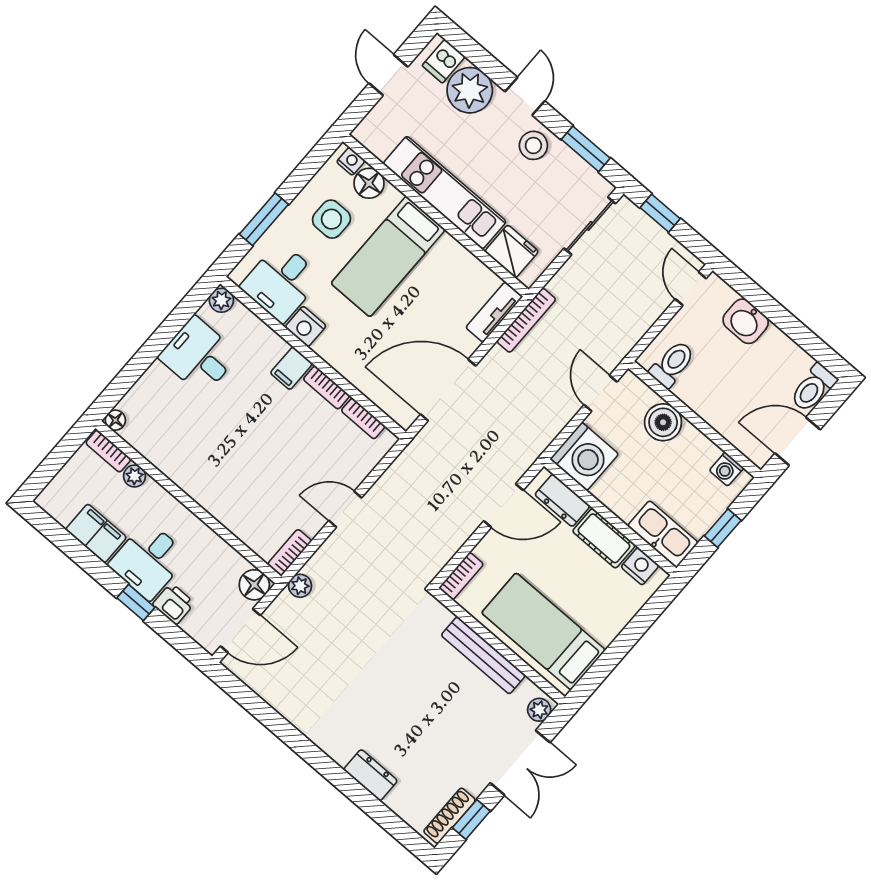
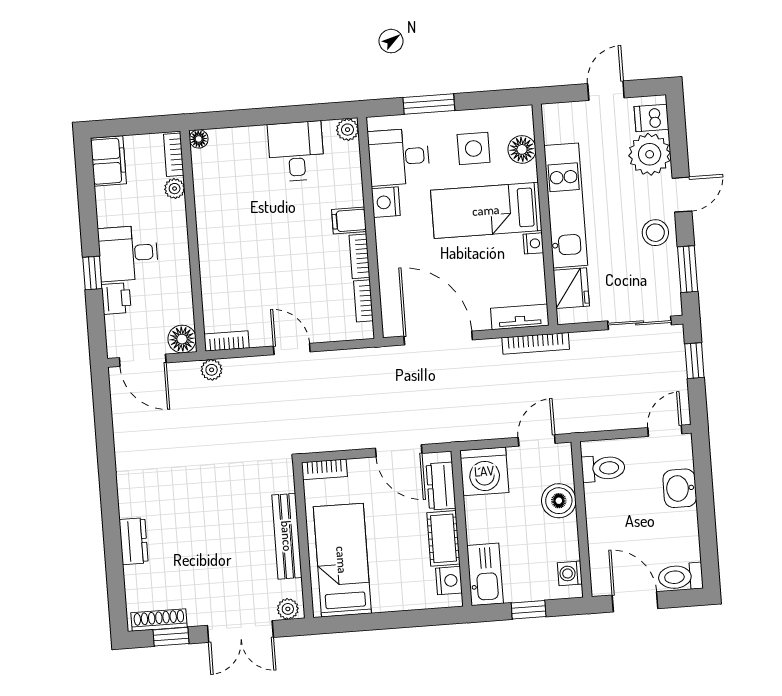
nightstand: (351, 161) -> (533, 243), moved
filing cabinet: (96, 533) -> (108, 161), moved

